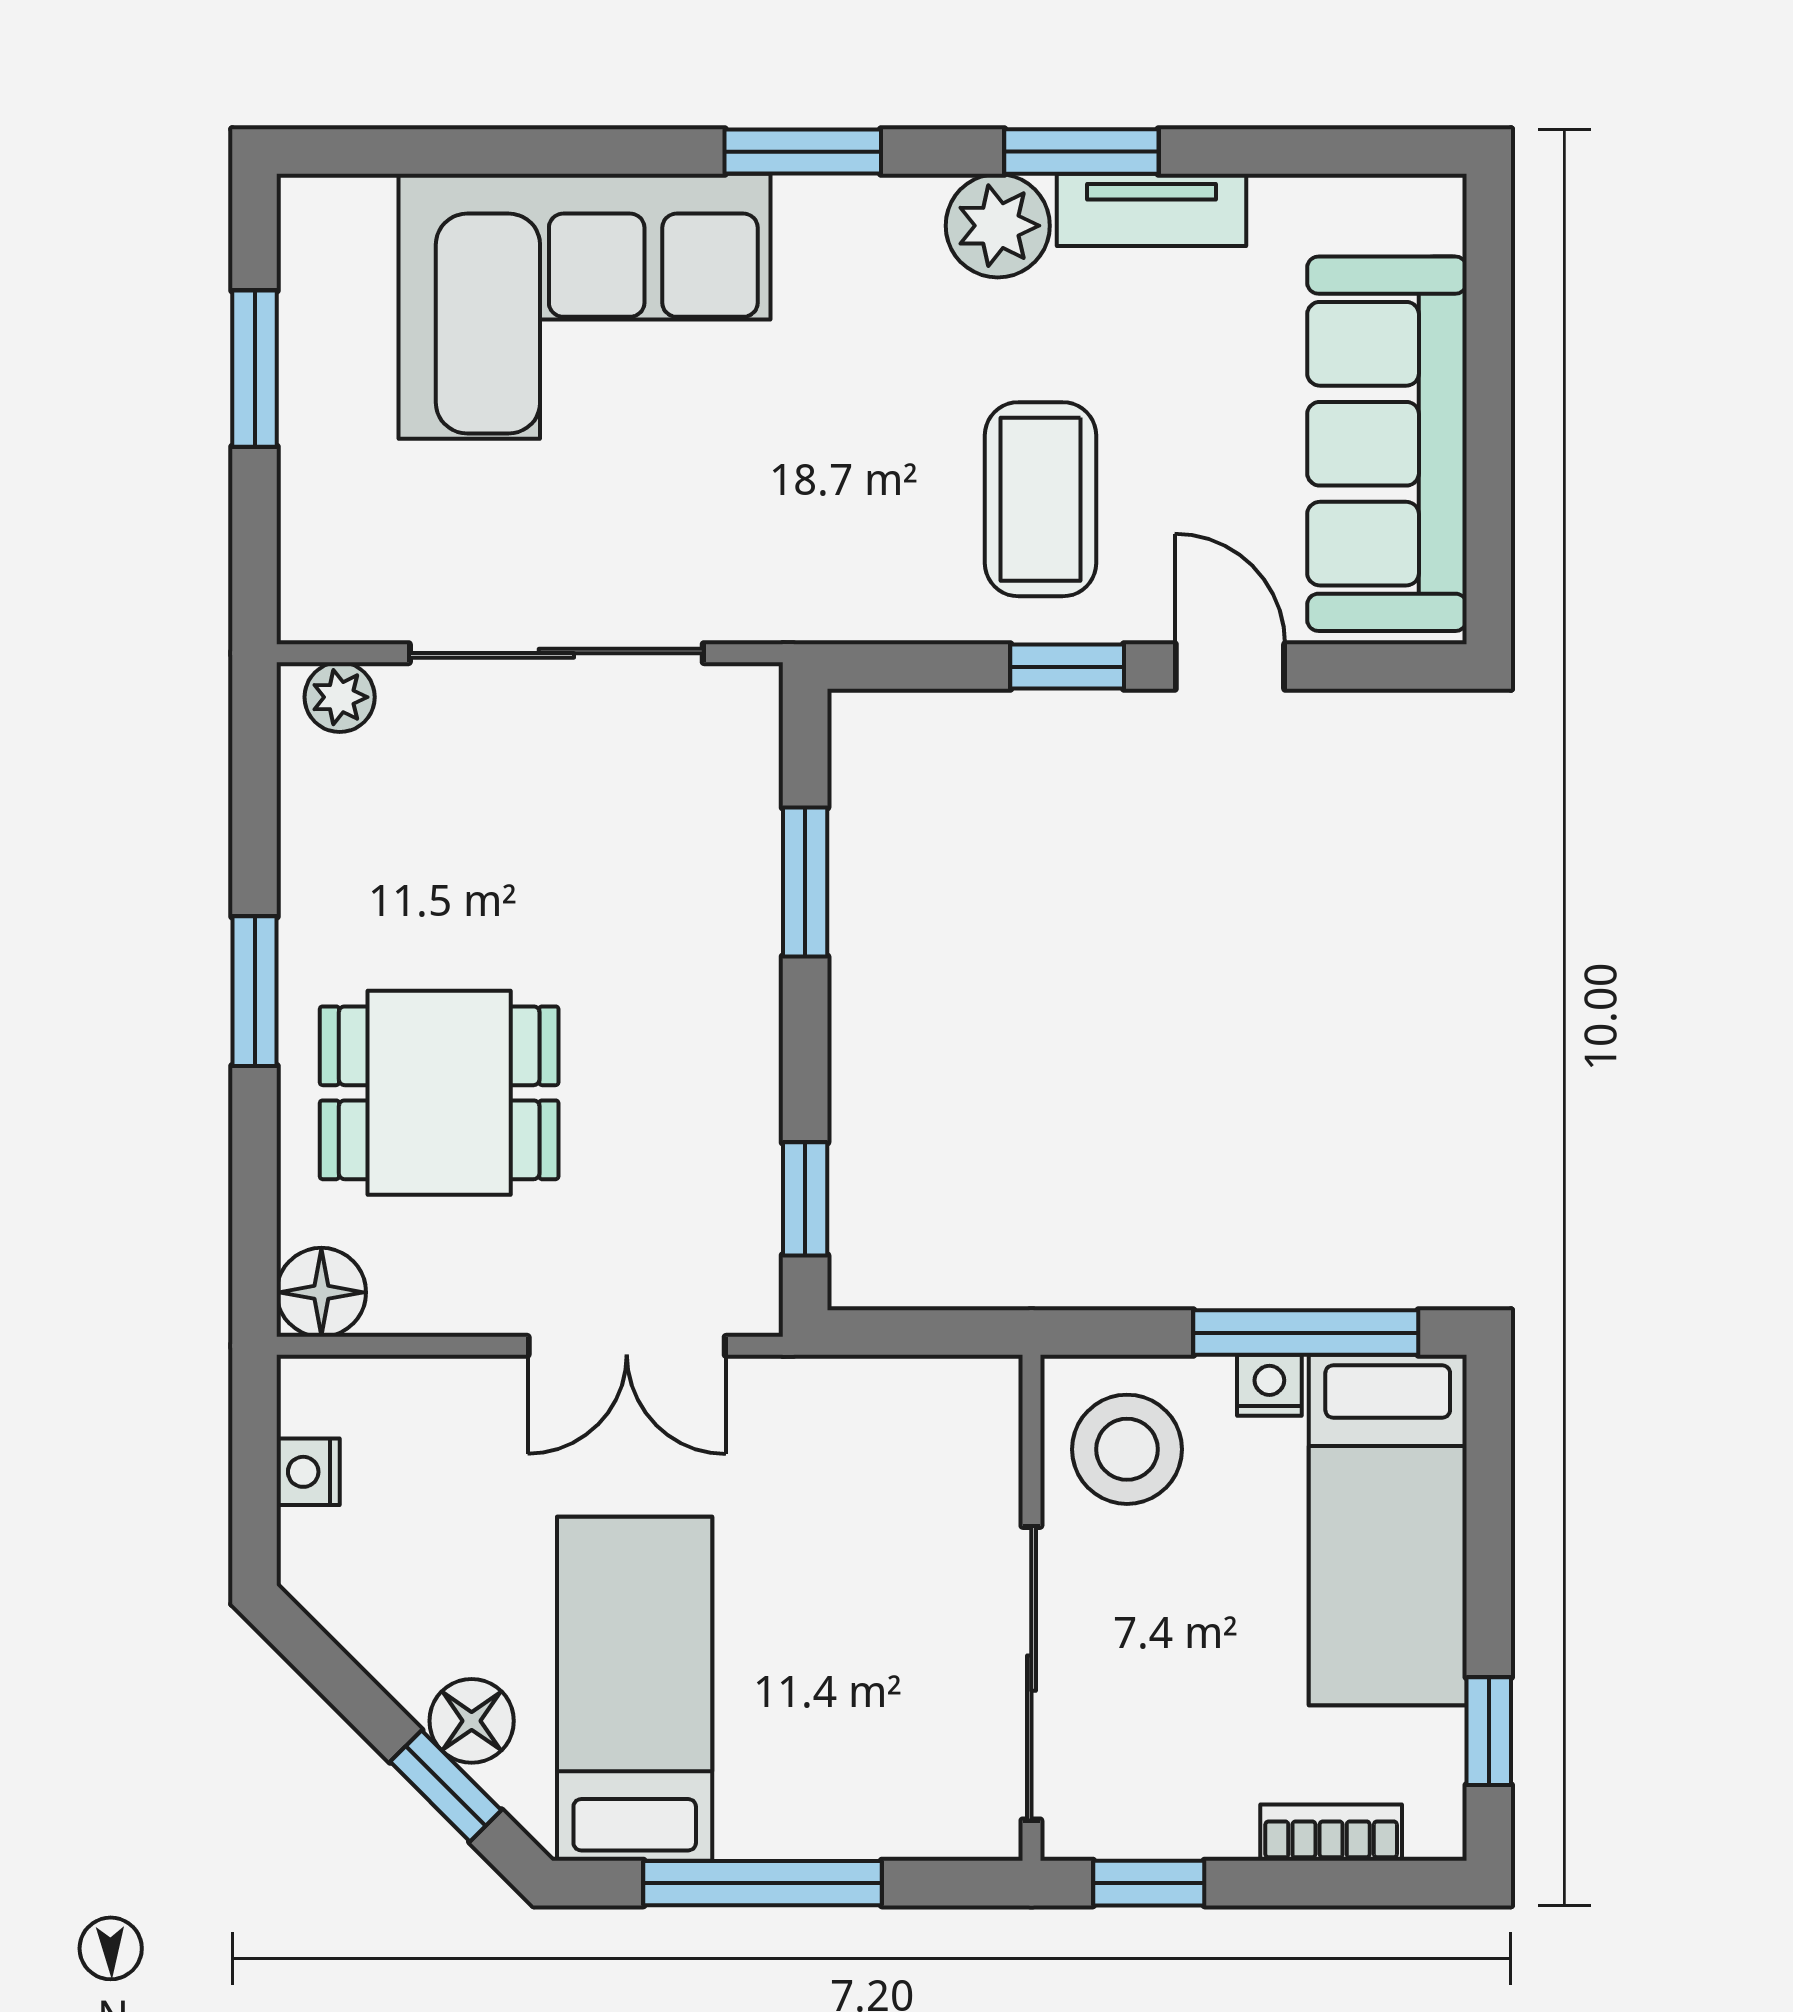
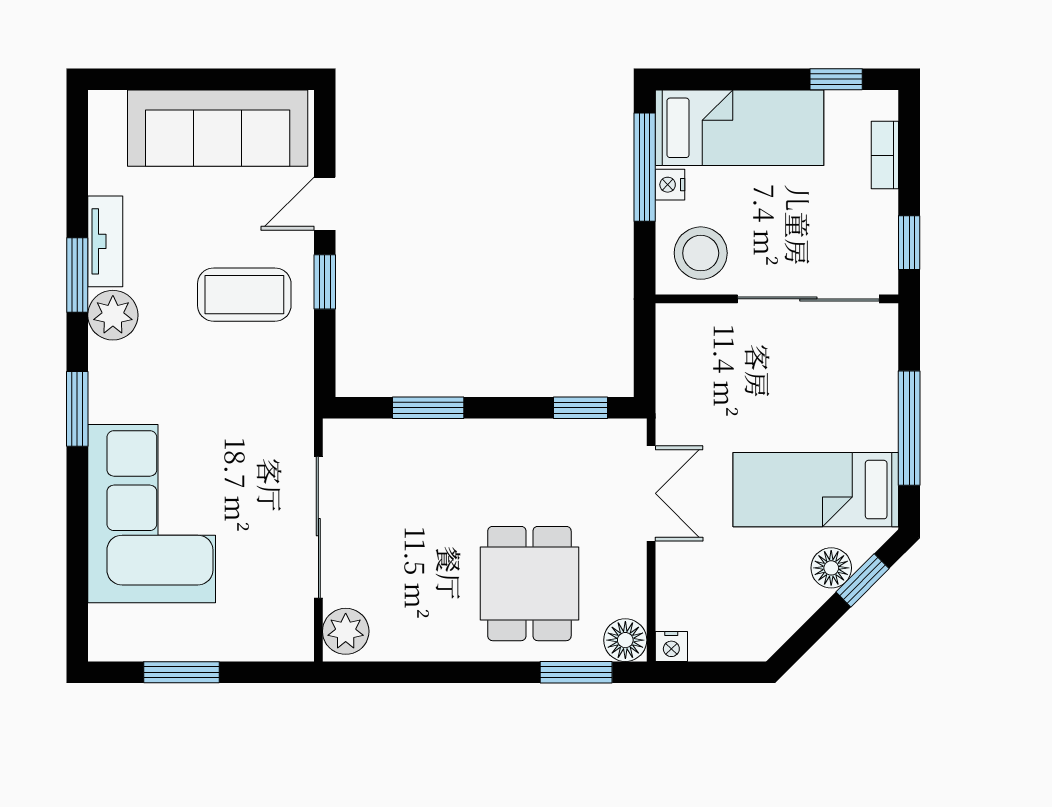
plant: (340, 697) -> (346, 631), width x1.38, depth x1.38
window: (255, 991) -> (576, 672), moved
nightstand: (308, 1472) -> (671, 646), moved

